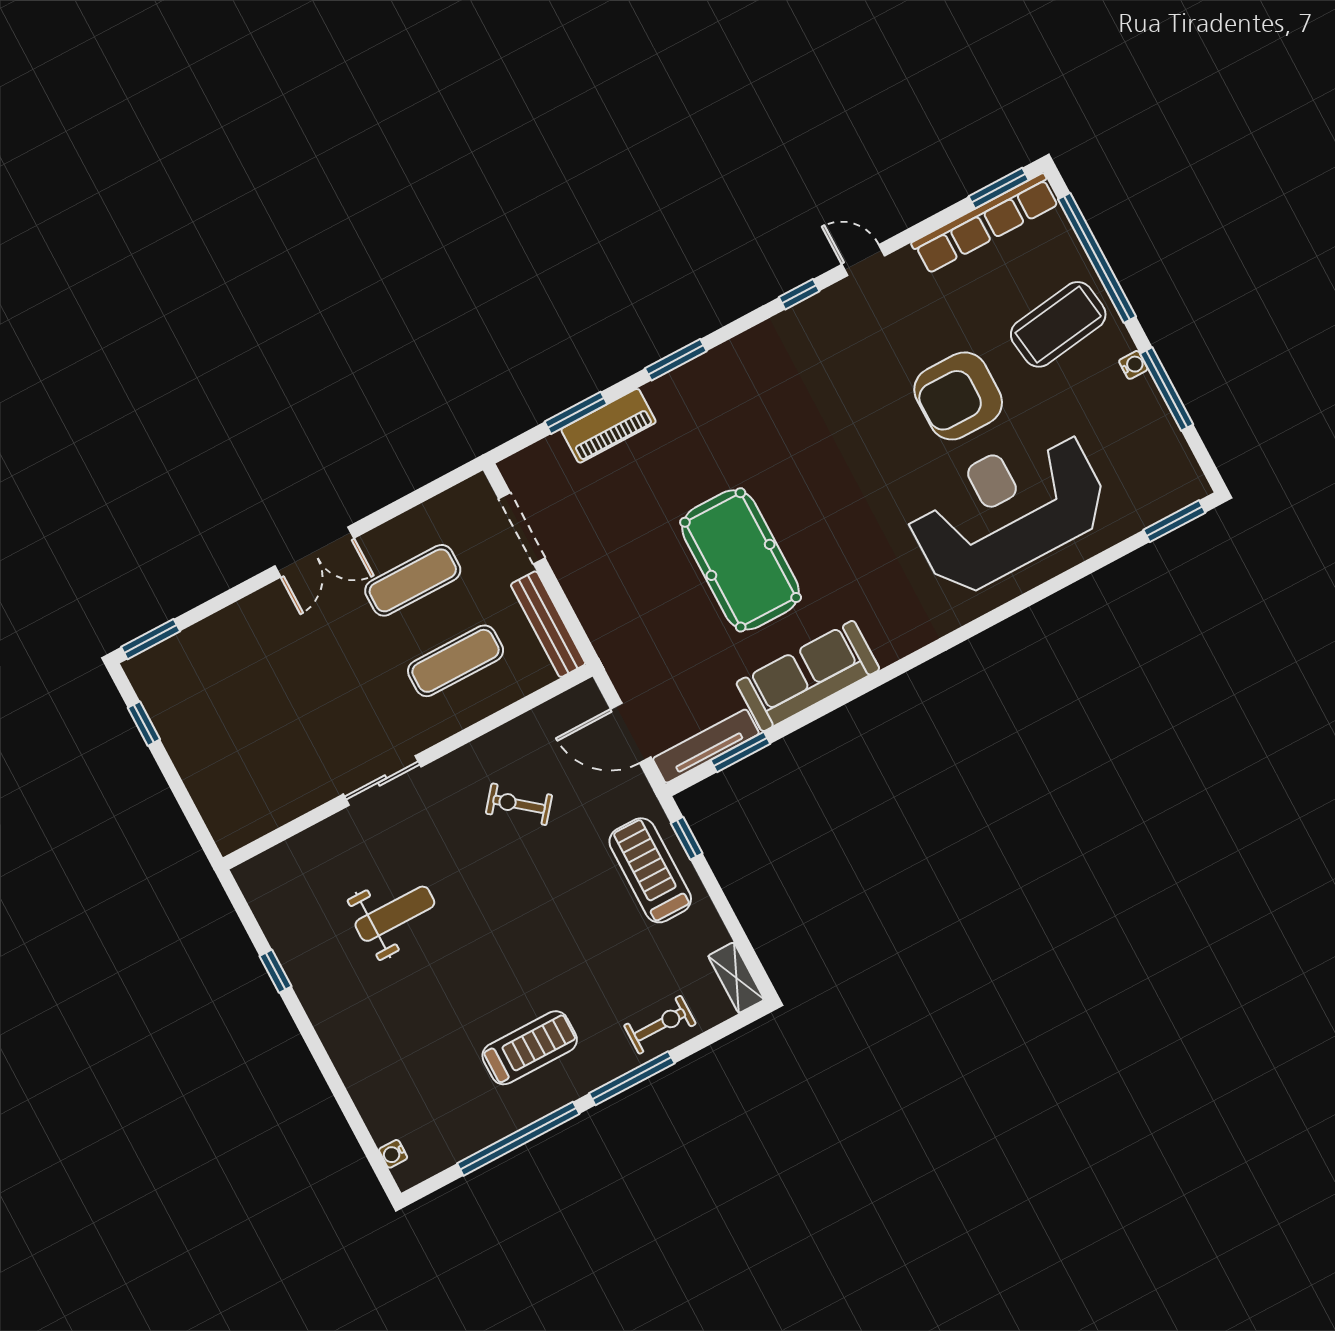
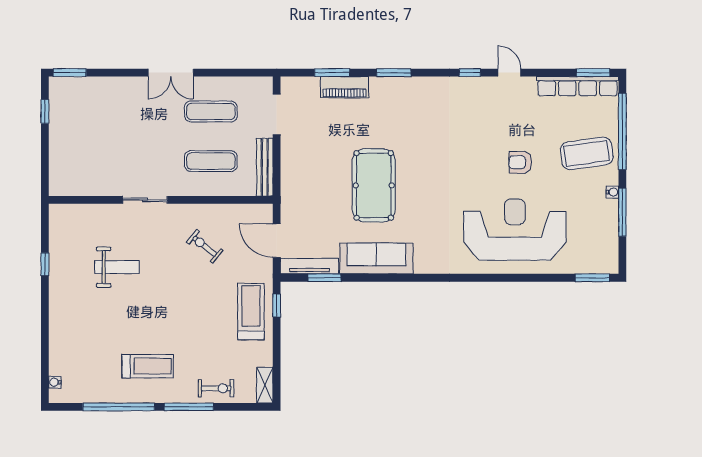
armchair: (958, 396) -> (520, 162), width x0.53, depth x0.53

